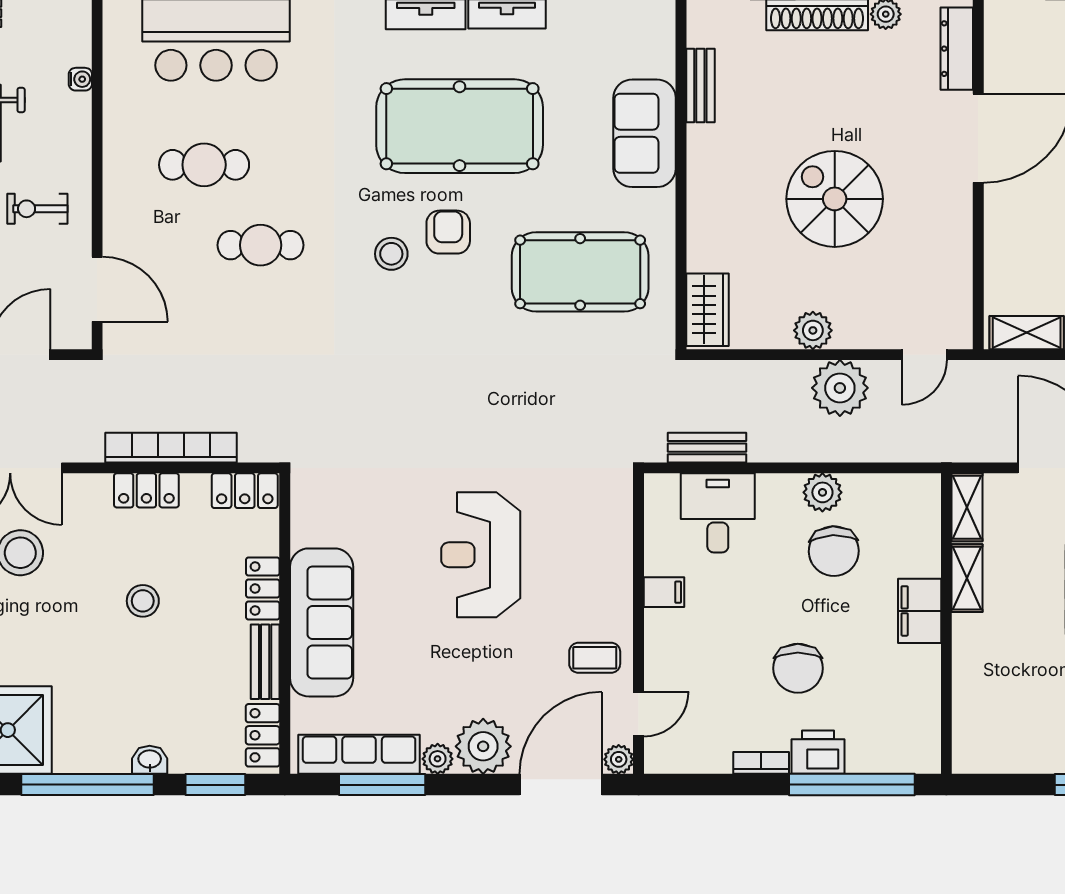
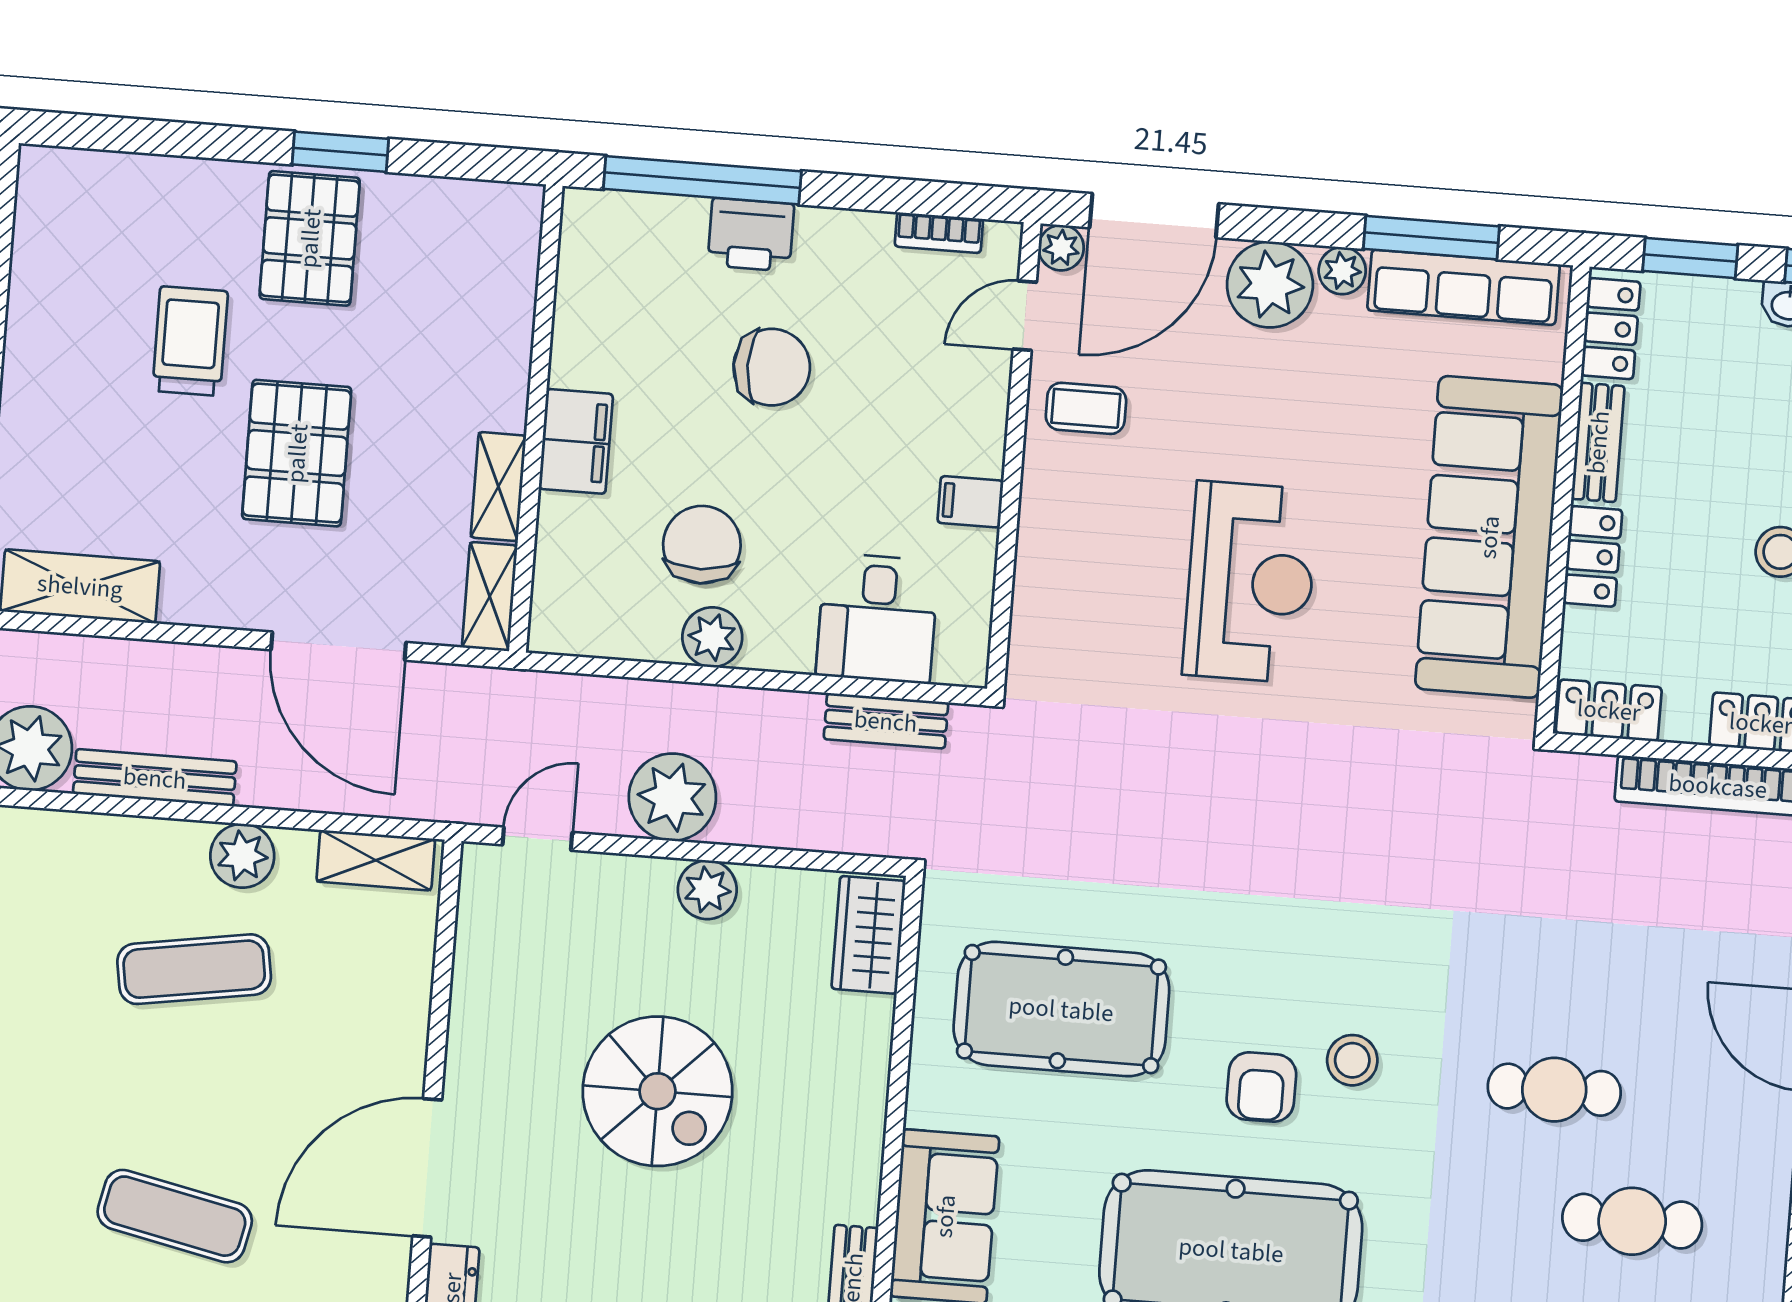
sofa: (322, 622) -> (1489, 537), width x1.36, depth x1.27
chair: (798, 668) -> (772, 367), turned 90
bookcase: (761, 763) -> (939, 233), moved

